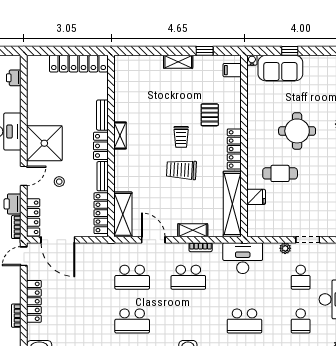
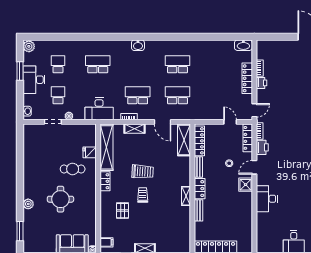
printer: (14, 78) -> (261, 83), moved
shower: (44, 143) -> (246, 185), width x0.54, depth x0.54
locker: (234, 149) -> (105, 181), width x0.66
door: (58, 240) -> (230, 122), width x0.53

